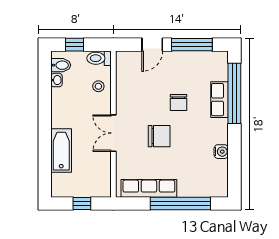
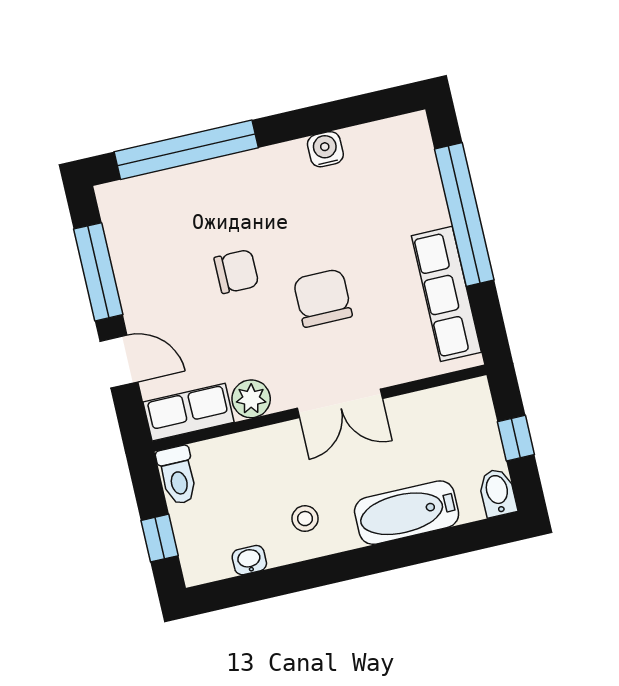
bidet: (61, 65) -> (498, 493), moved
stool: (98, 86) -> (305, 519), moved
plant: (124, 96) -> (251, 399), added
row of seats: (220, 100) -> (189, 412), moved, turned 180

